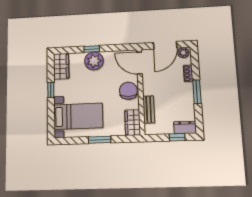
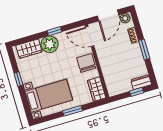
window: (92, 49) -> (54, 31), moved
wardrobe: (61, 66) -> (29, 49), moved, turned 90
bench: (149, 110) -> (107, 75), removed

